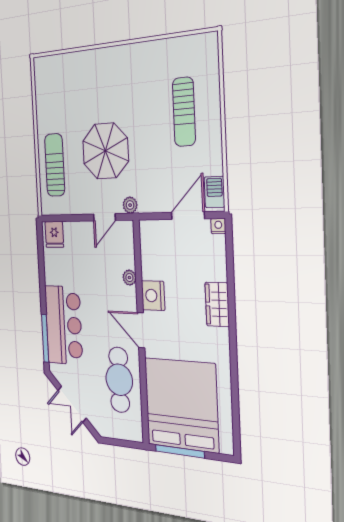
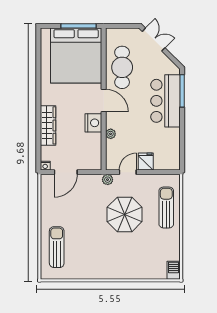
sun lounger: (184, 112) -> (57, 247), moved
sun lounger: (55, 165) -> (166, 207), turned 180
barbecue: (215, 192) -> (174, 270), moved, turned 180
fridge: (54, 234) -> (146, 162), moved
wardrobe: (217, 304) -> (48, 125), width x1.50
double door: (72, 404) -> (154, 40), moved

